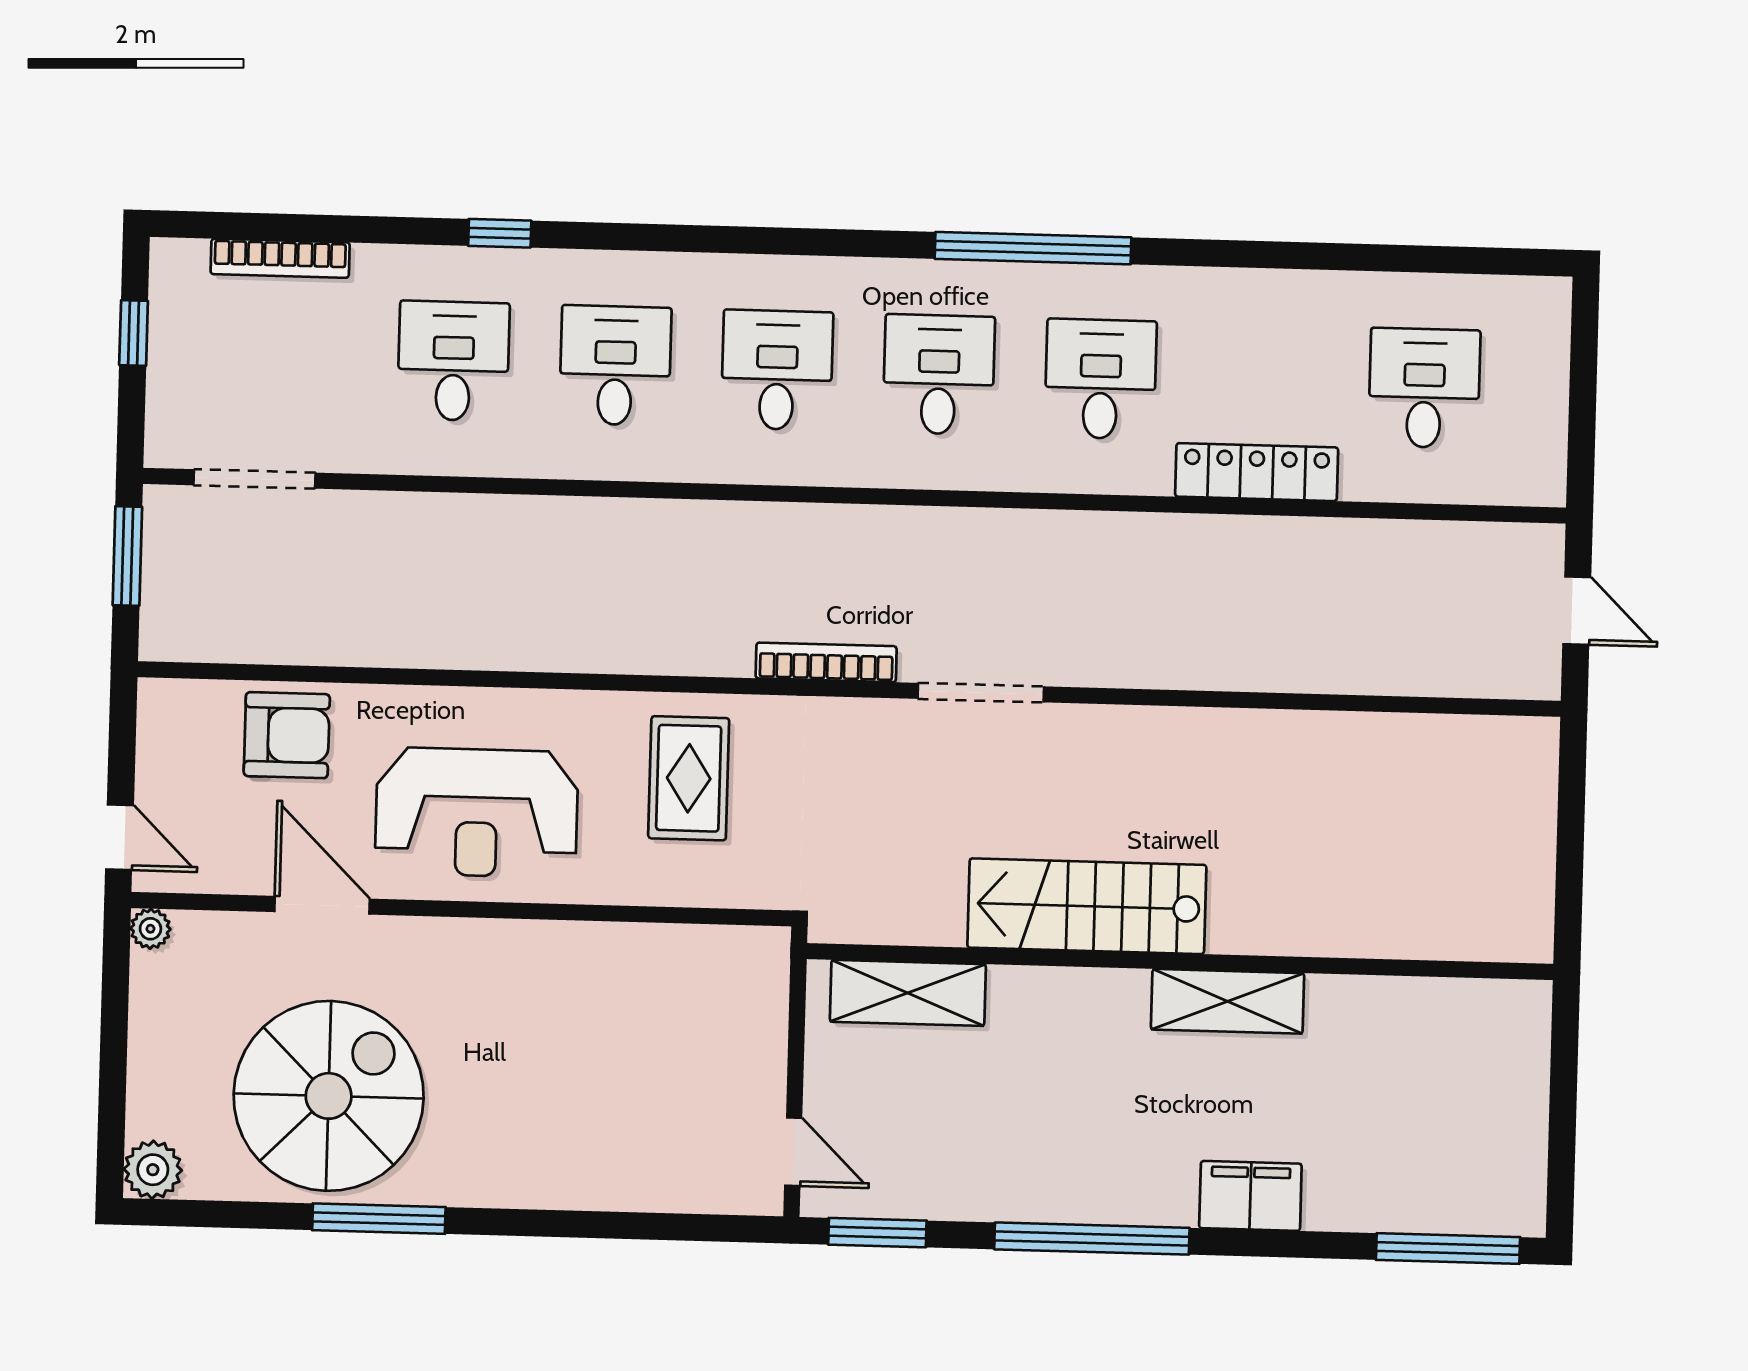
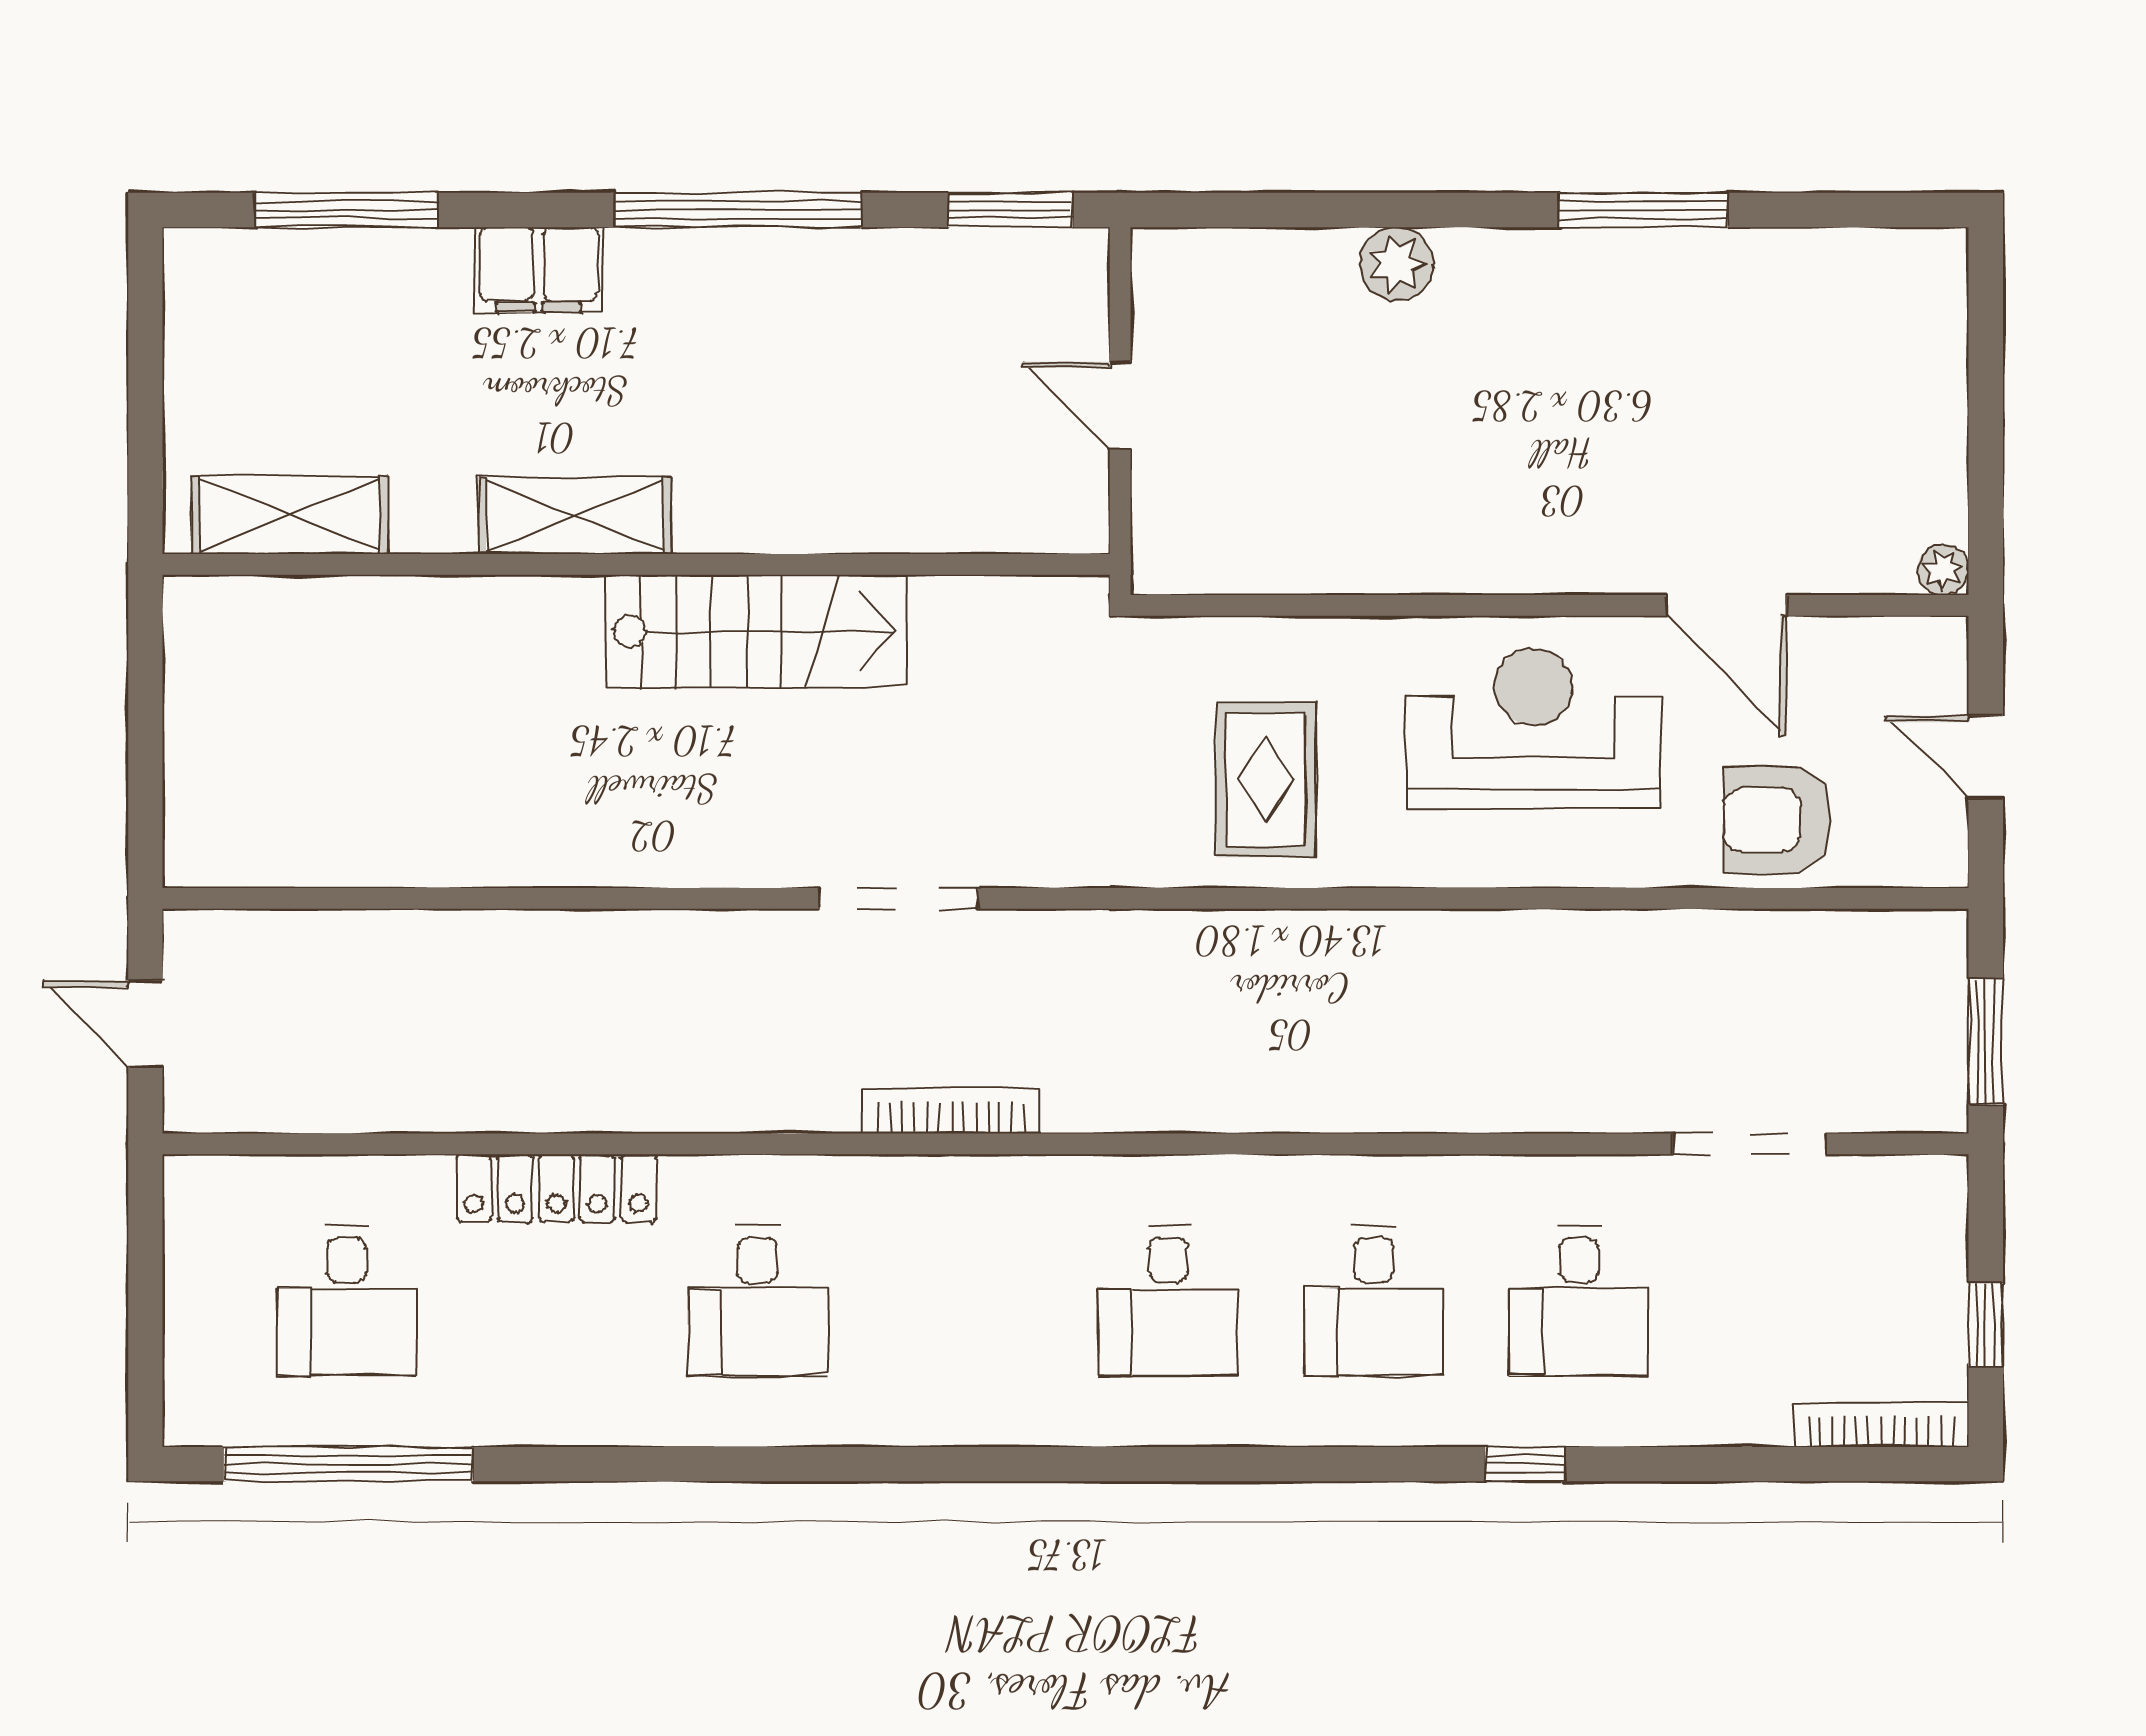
window: (1033, 248) -> (348, 1464), moved
bookcase: (280, 258) -> (1881, 1425), moved
desk: (939, 374) -> (963, 1301), removed
doorway: (255, 479) -> (1750, 1144), moved
bookcase: (826, 662) -> (951, 1111), moved, turned 180
door: (119, 837) -> (1986, 757), moved
shelving: (908, 993) -> (290, 515), moved
spiral stairs: (329, 1096) -> (1711, 364), removed
door: (793, 1152) -> (1120, 405), moved
plant: (153, 1170) -> (1397, 264), moved
window: (1448, 1248) -> (347, 210), moved

